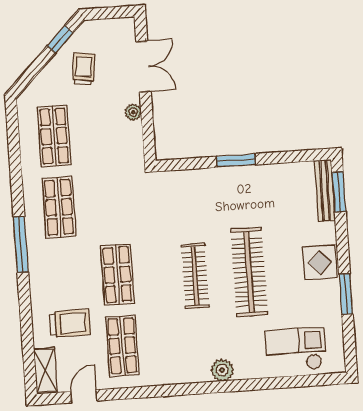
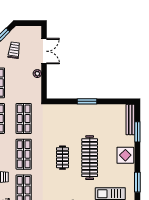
window: (339, 192) -> (137, 132), moved
shop shelf: (112, 203) -> (24, 119), added
clothes rail: (195, 276) -> (63, 158), width x0.73
window: (346, 294) -> (137, 182), moved

